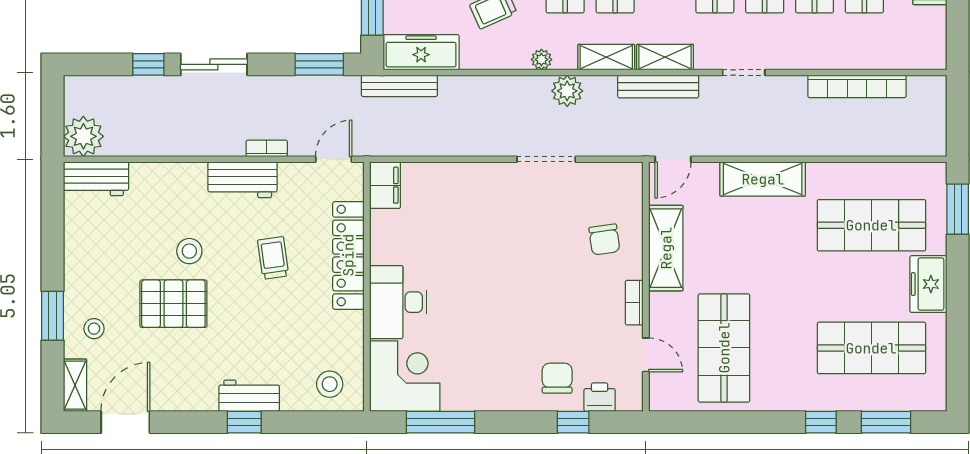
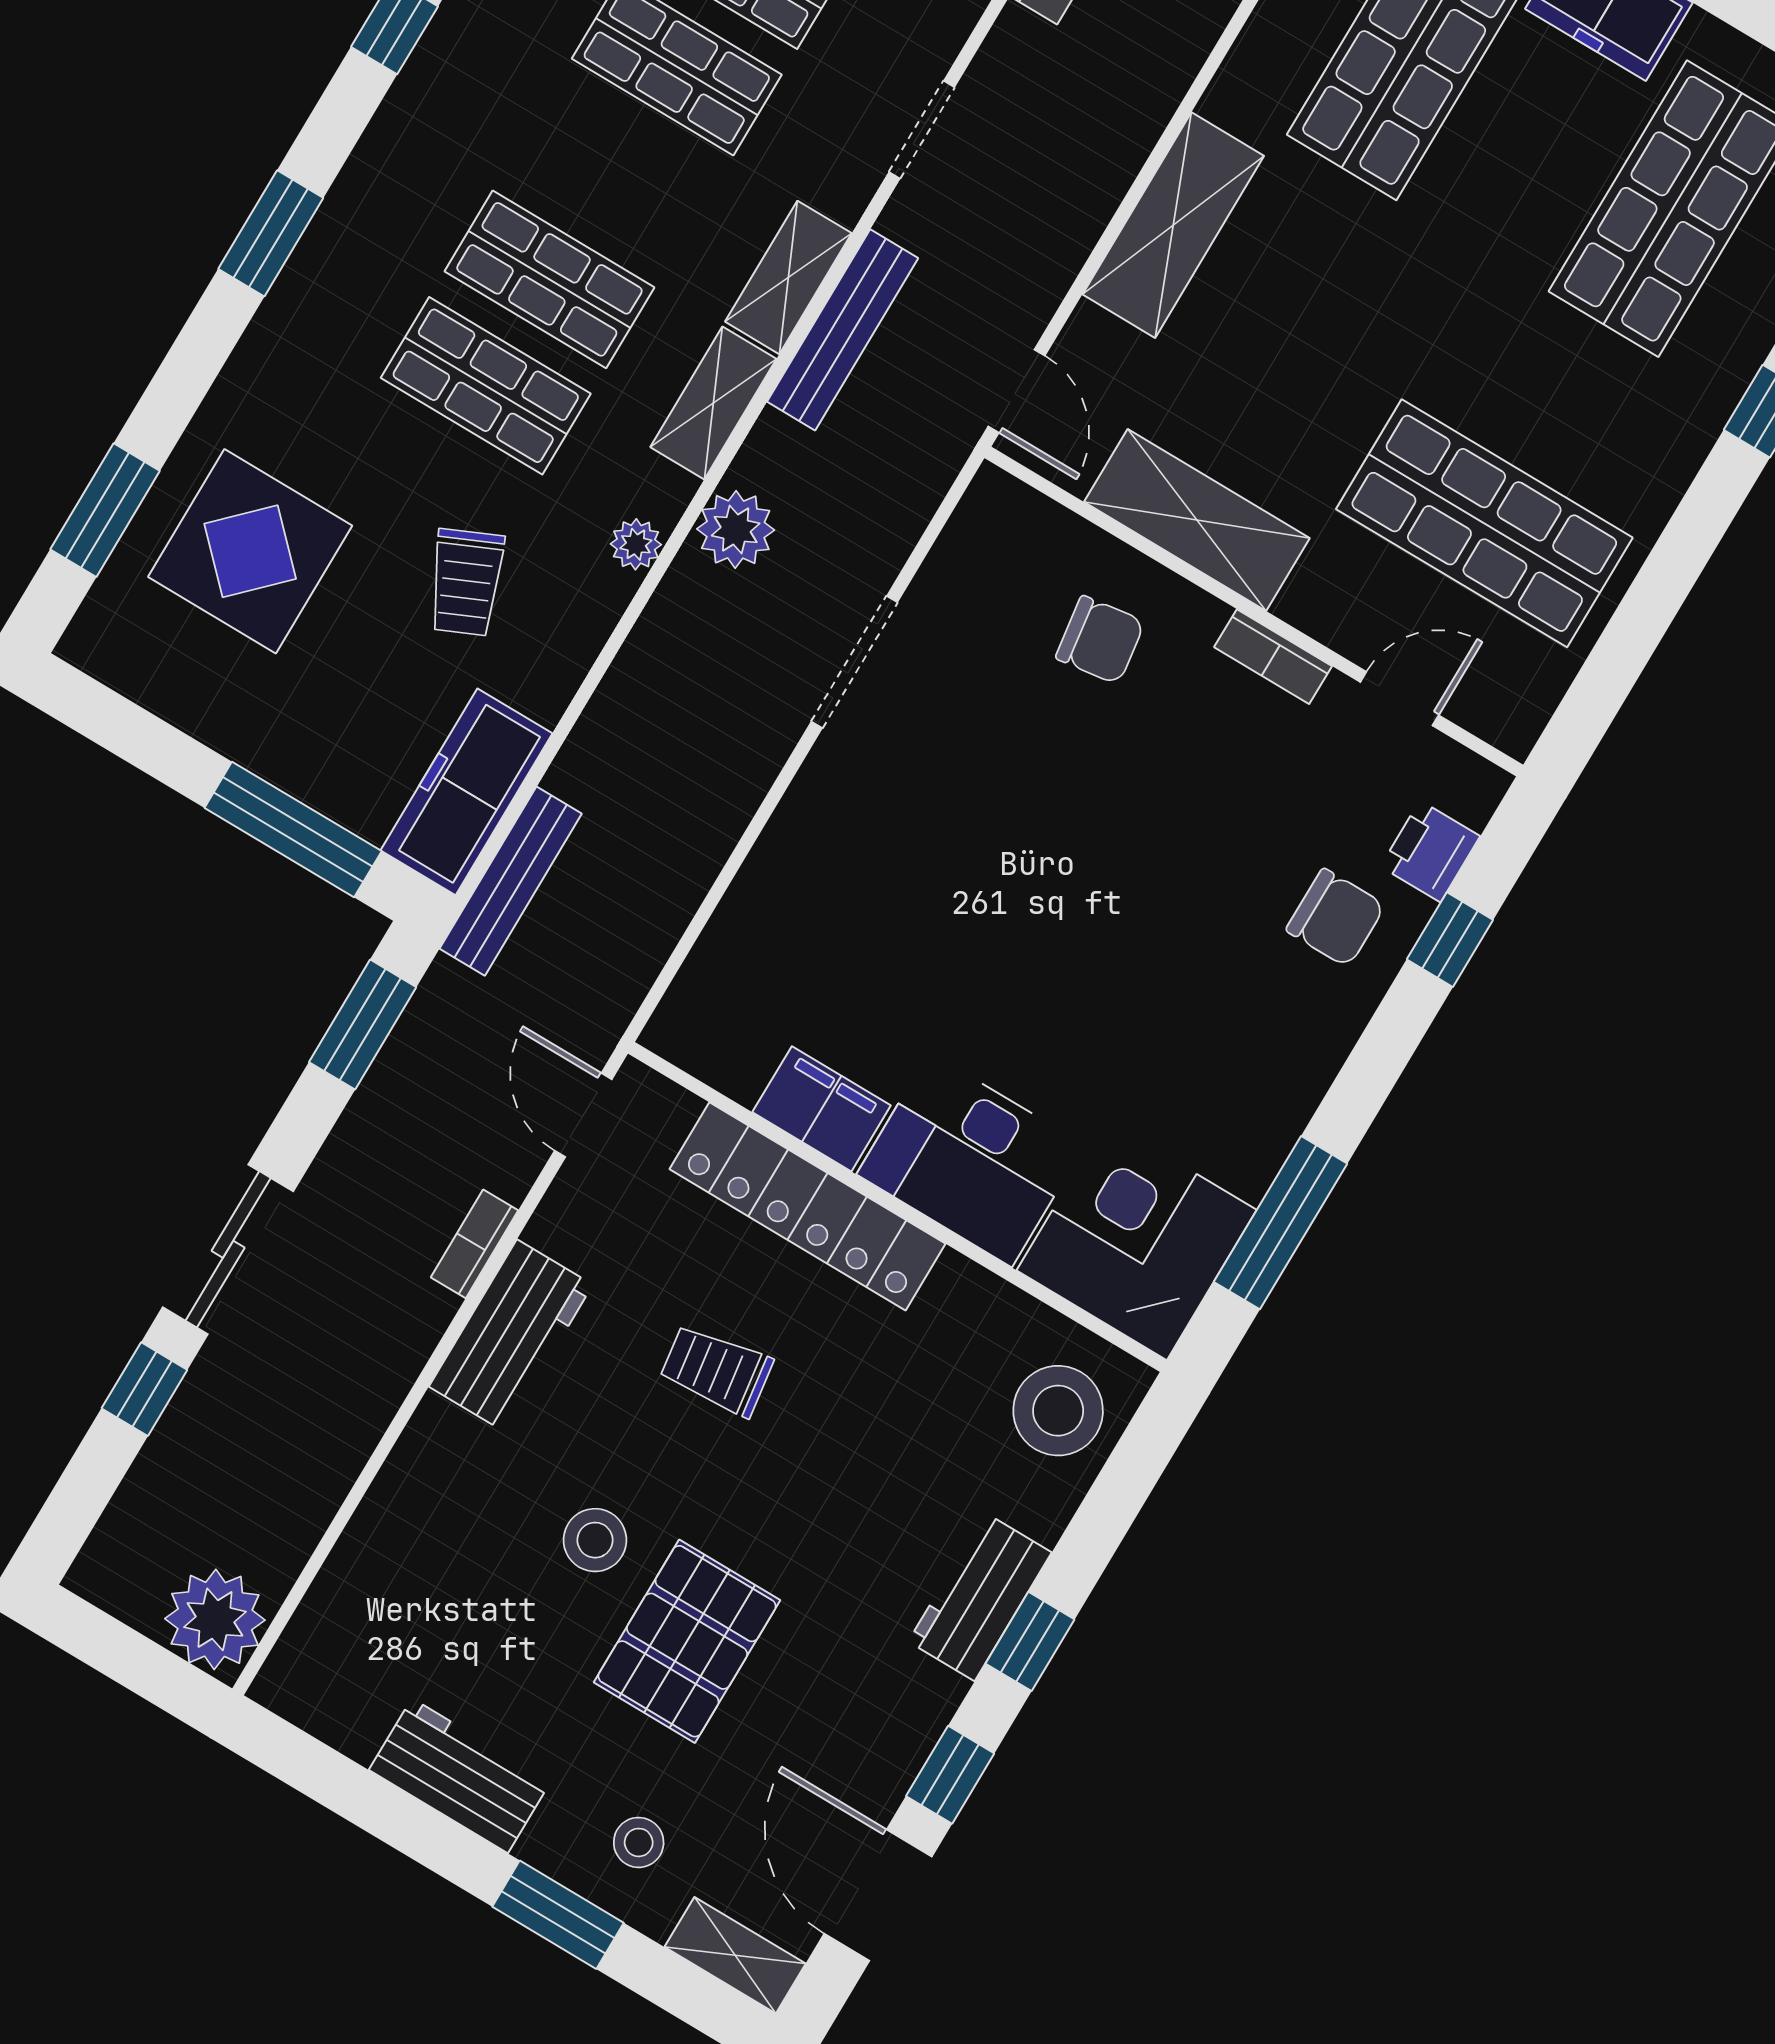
workbench: (96, 179) -> (460, 1776), moved, turned -90
filing cabinet: (385, 185) -> (822, 1109), moved
chair: (557, 378) -> (1336, 918), turned 180
stool: (330, 384) -> (1058, 1411), width x1.38, depth x1.38
window: (182, 422) -> (950, 1775), added

